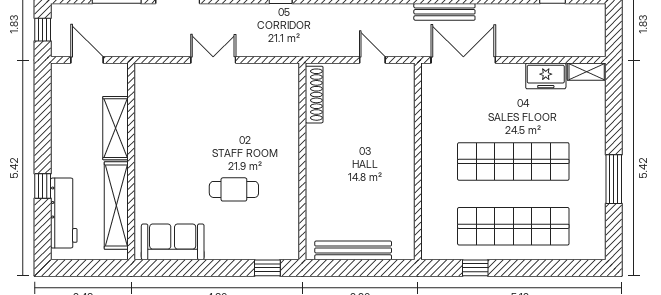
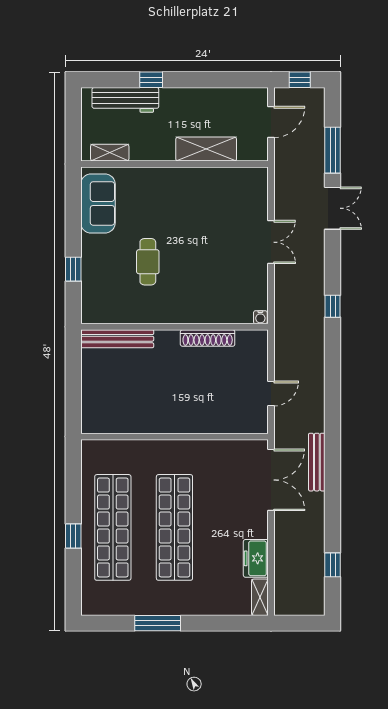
water cooler: (292, 71) -> (260, 317), added
shoe rack: (314, 95) -> (208, 338), moved
shelving: (116, 205) -> (110, 153), width x0.45, depth x0.75
bench: (353, 250) -> (117, 339), moved, turned 90
window: (267, 268) -> (73, 269), moved
window: (475, 268) -> (73, 536), moved

